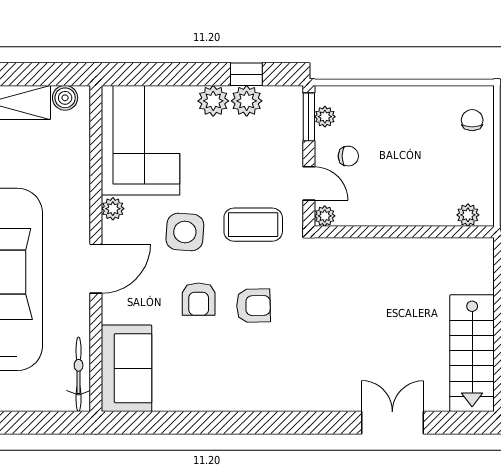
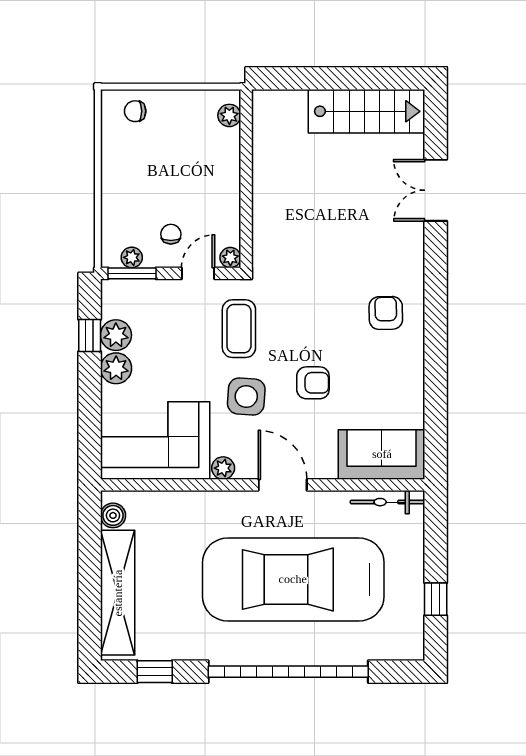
armchair: (253, 306) -> (386, 313), moved

